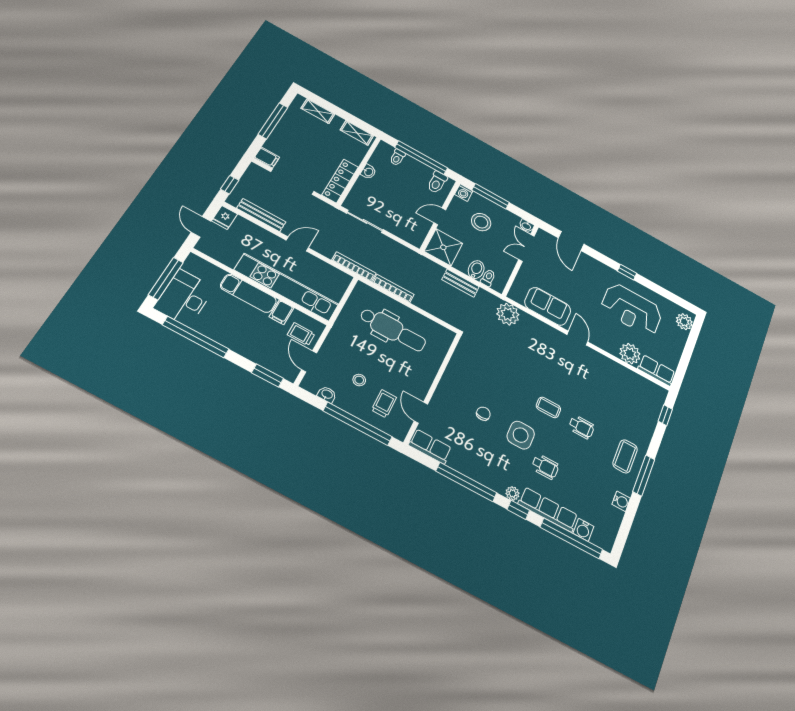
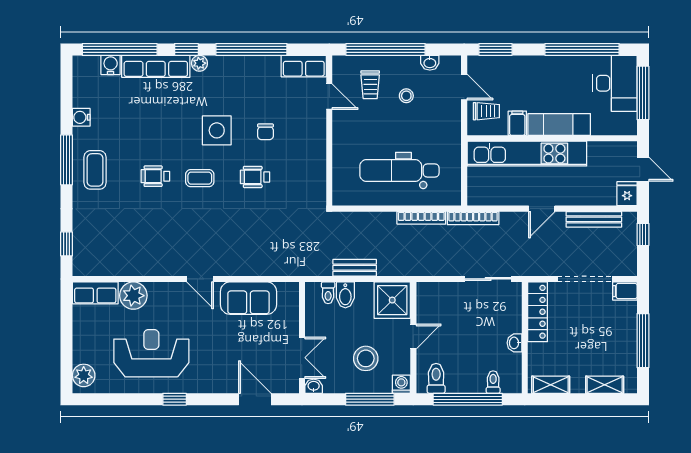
plant: (508, 314) -> (288, 262), removed
wheelchair: (545, 467) -> (255, 177), moved

